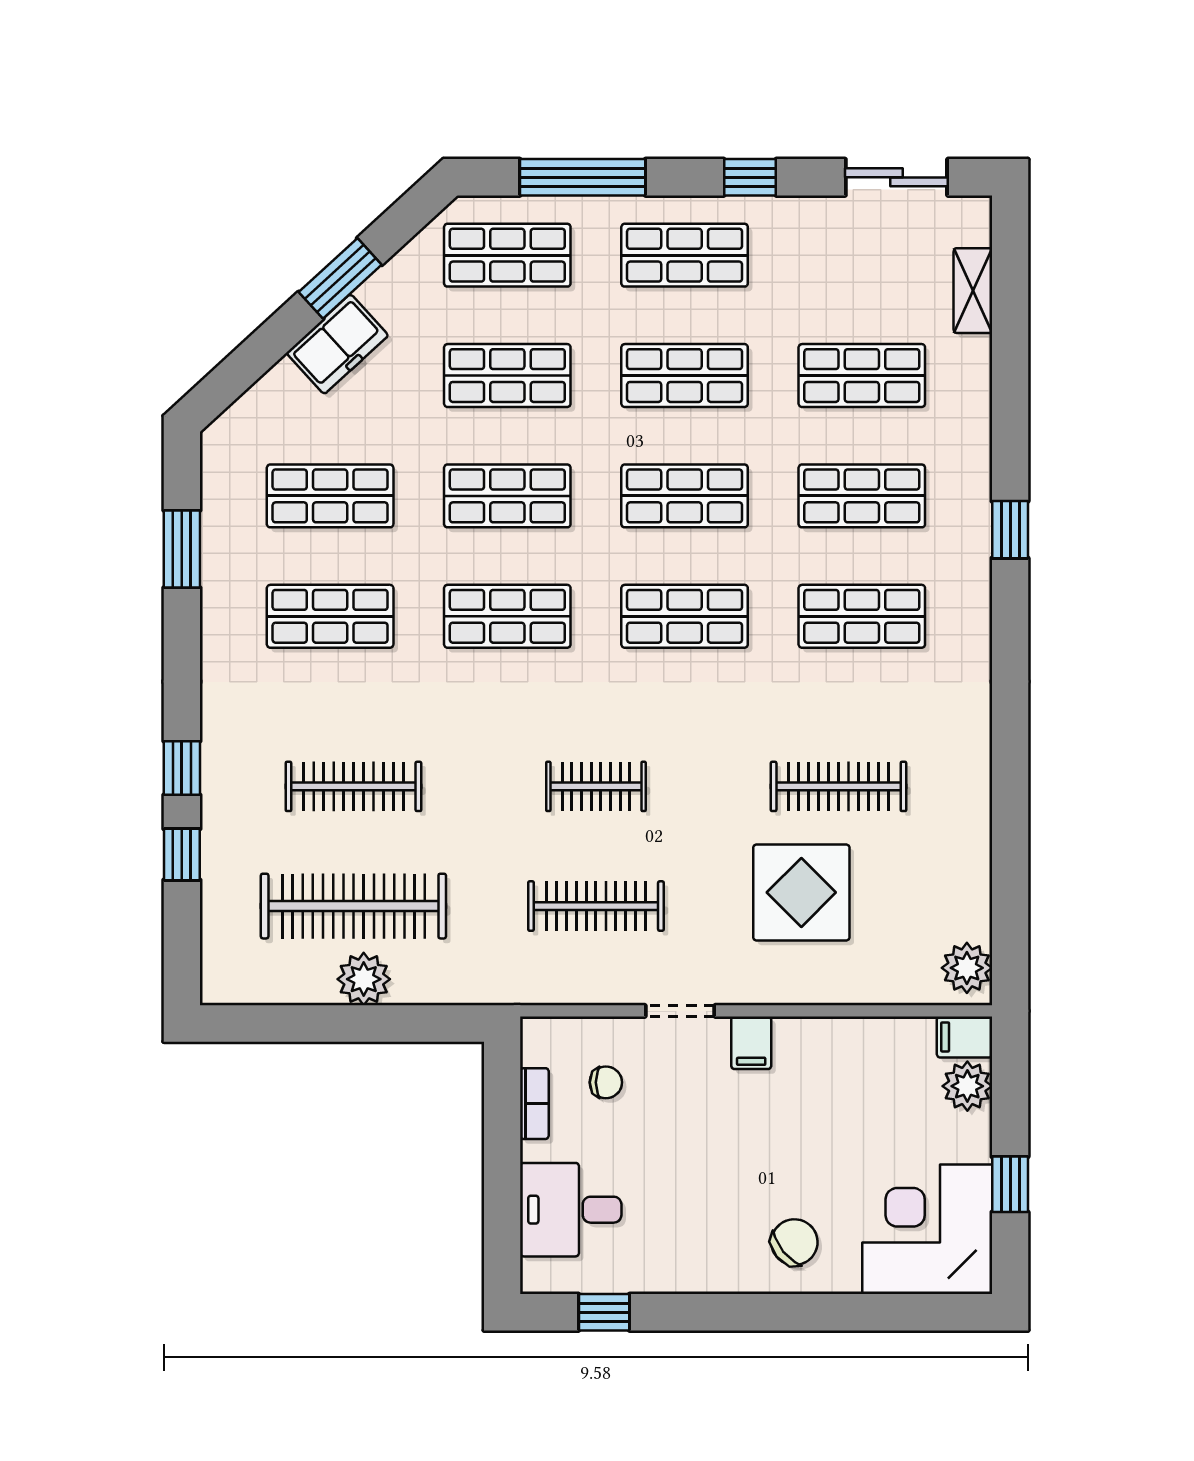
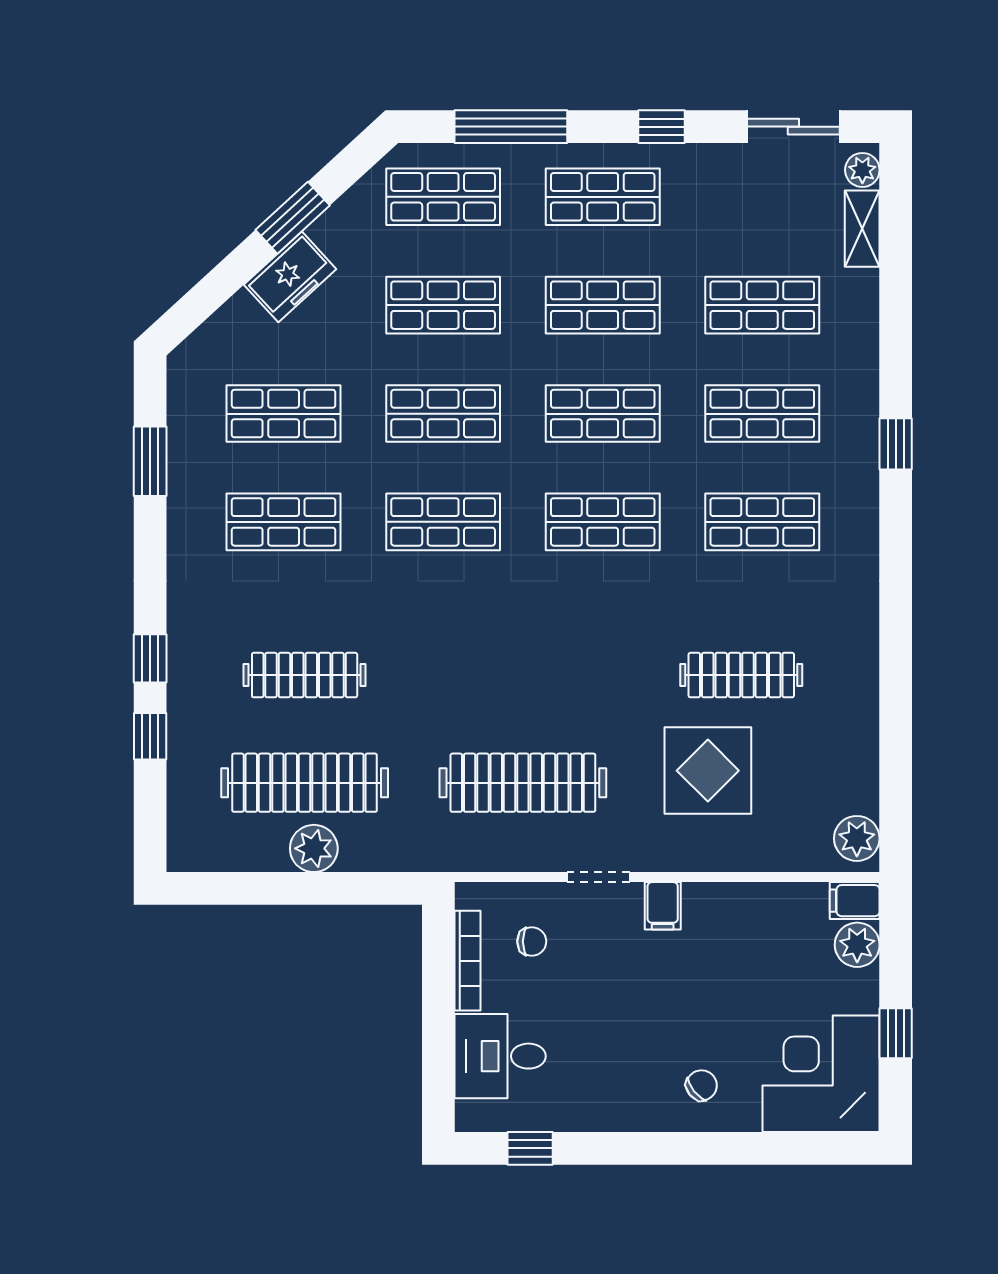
plant: (973, 225) -> (862, 170), added
clothes rail: (596, 786) -> (523, 675), removed
clothes rail: (596, 906) -> (523, 783), width x1.37, depth x1.31
bookcase: (534, 1104) -> (467, 961), width x1.56
chair: (794, 1242) -> (702, 1085), width x0.73, depth x0.73

